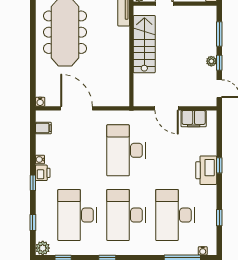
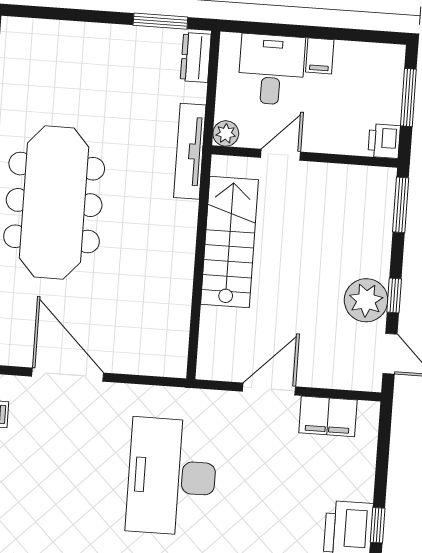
window: (219, 34) -> (401, 205), moved
plant: (211, 61) -> (366, 300), width x1.88, depth x1.88
door: (167, 108) -> (269, 389), swing flipped

